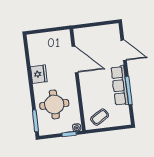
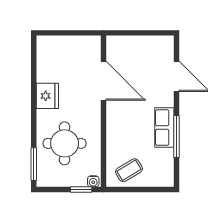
row of seats: (120, 86) -> (164, 128), width x0.68

